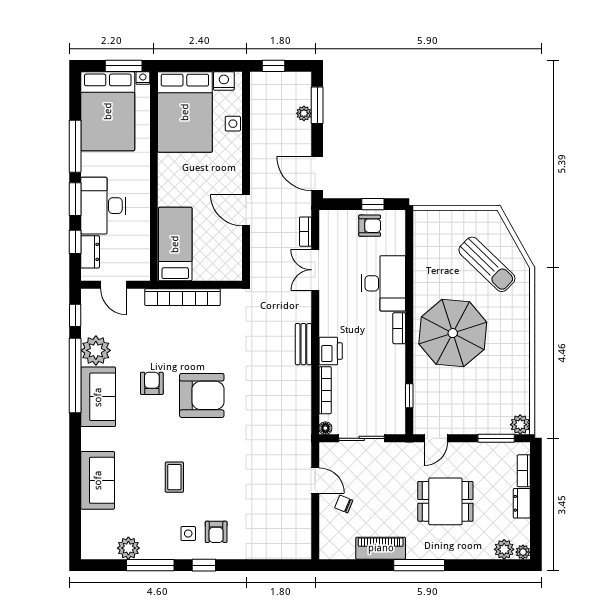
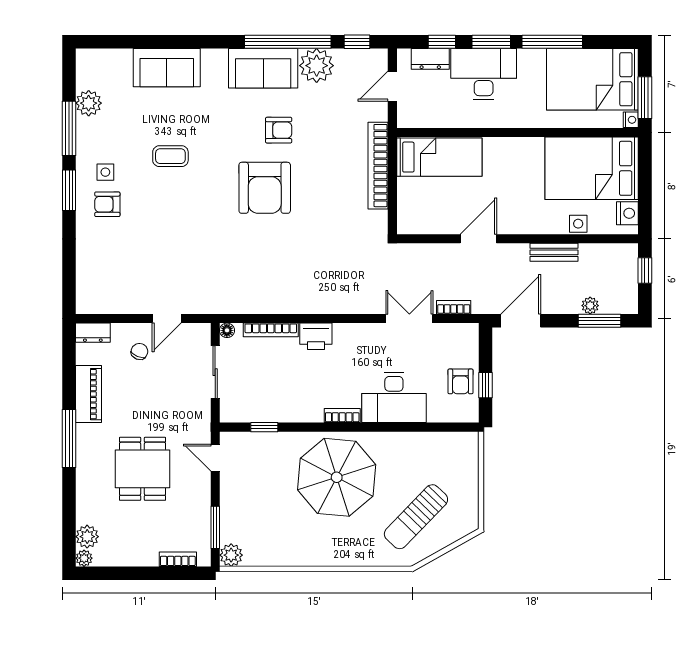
bench: (303, 344) -> (554, 252), moved
dresser: (522, 503) -> (93, 333), moved, turned 180
window: (204, 565) -> (69, 190), width x1.50

